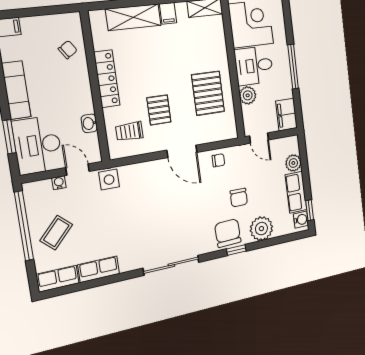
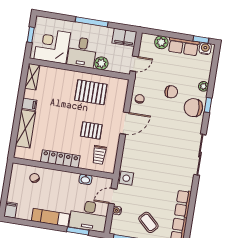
plant: (261, 229) -> (203, 86), width x0.53, depth x0.53

